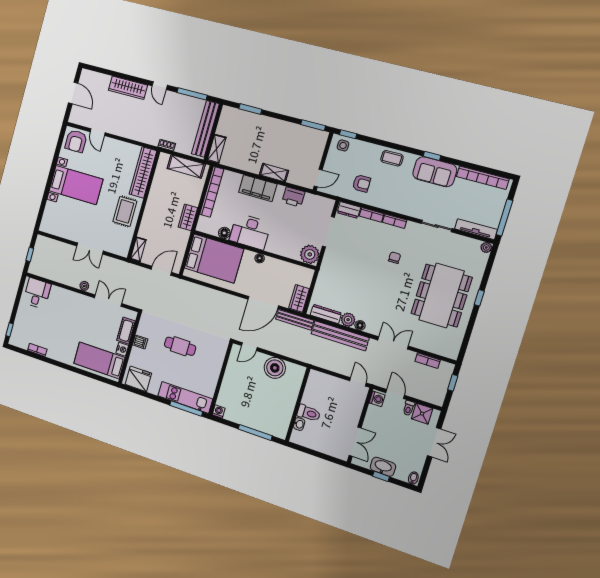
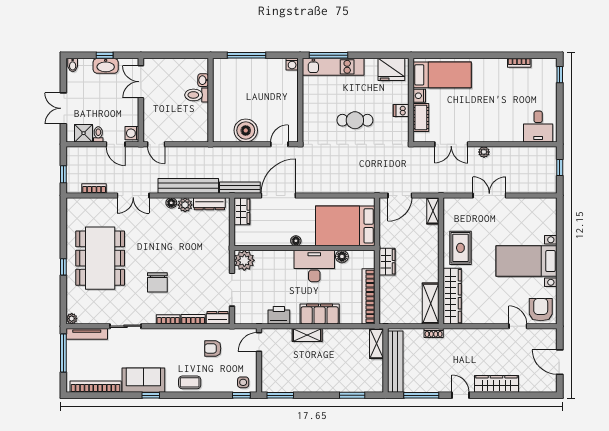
shelving: (186, 166) -> (431, 303), moved, turned 90
chair: (395, 258) -> (157, 282), width x1.87, depth x1.87

